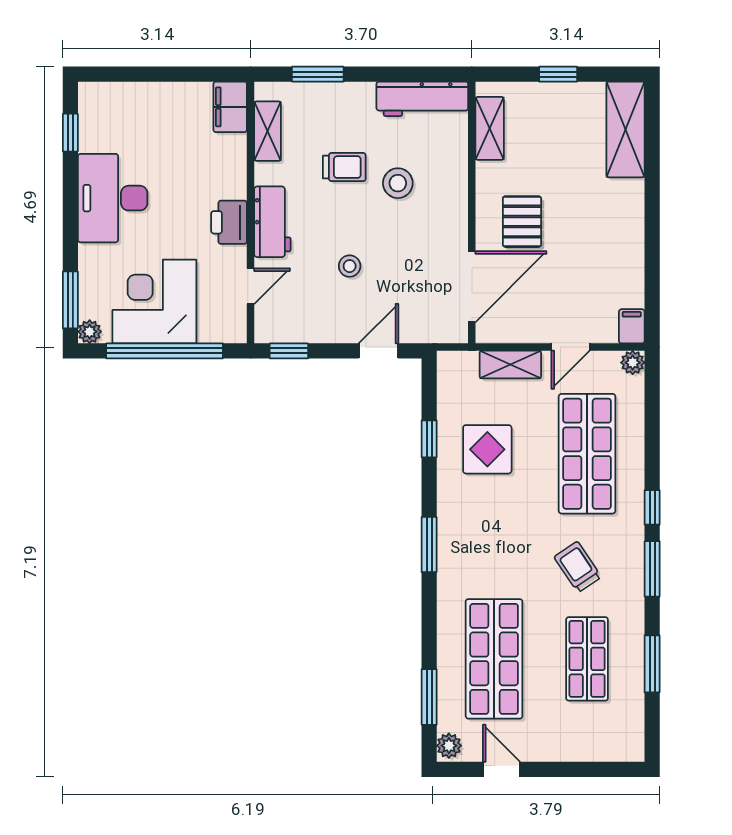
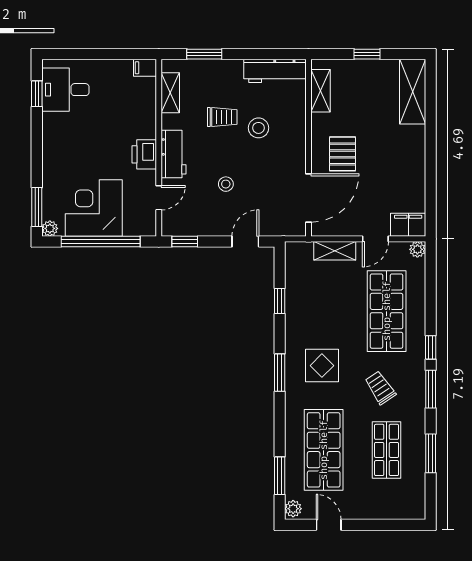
filing cabinet: (230, 107) -> (145, 68), width x0.50
desk: (113, 198) -> (65, 90), moved, width x0.73
filing cabinet: (632, 326) -> (408, 225), width x2.00
display table: (487, 449) -> (322, 366), moved

